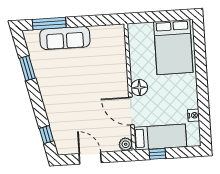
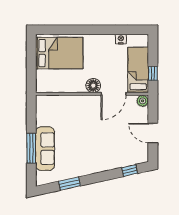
window: (49, 23) -> (31, 148), moved
door: (90, 158) -> (153, 133), hinge flipped

